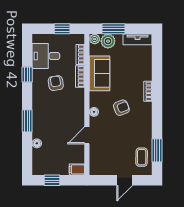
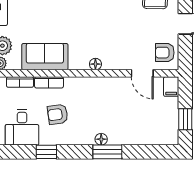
armchair: (121, 108) -> (165, 53), moved, turned -69
door: (87, 135) -> (142, 73), moved
floor lamp: (37, 143) -> (101, 139), moved

